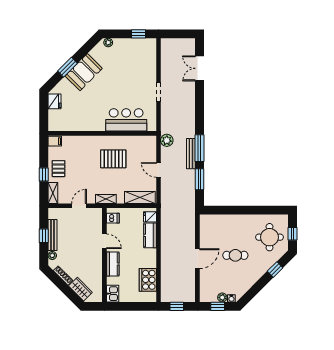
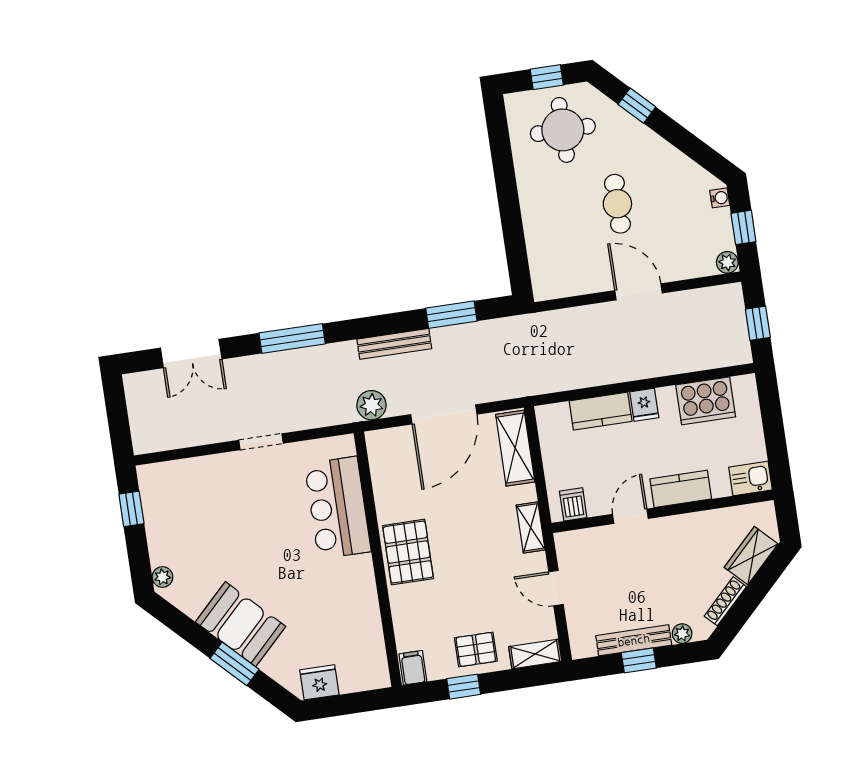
window: (200, 148) -> (292, 338), moved
pallet: (113, 159) -> (408, 552), moved
door: (158, 170) -> (444, 414), width x1.87
window: (44, 174) -> (464, 687), moved
fridge: (150, 217) -> (644, 405), moved
plant: (222, 297) -> (727, 262), moved

